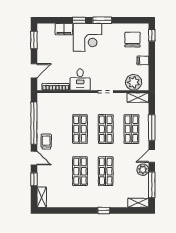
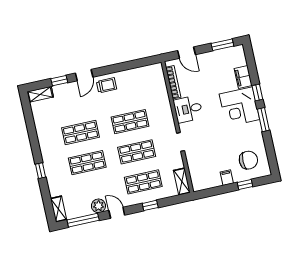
window: (152, 35) -> (245, 185), moved
plant: (134, 82) -> (199, 172), removed
window: (34, 123) -> (125, 66), removed
window: (152, 128) -> (150, 205), width x0.46

